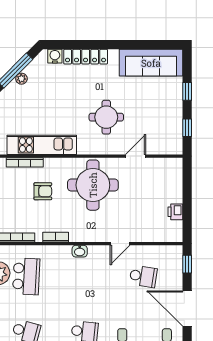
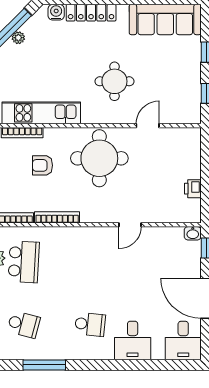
armchair: (43, 191) -> (43, 165), turned 180
bookcase: (56, 237) -> (57, 217), width x1.56
washbasin: (80, 251) -> (193, 233), moved
school desk: (143, 276) -> (156, 262), removed

